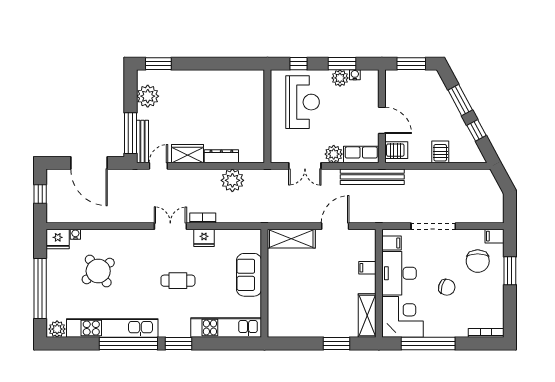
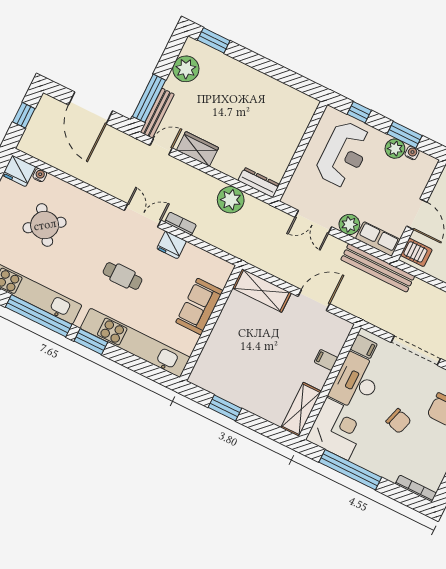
dresser: (221, 156) -> (259, 183), moved
kitchen unit: (226, 328) -> (135, 343), width x1.36
window: (337, 343) -> (225, 408), moved

